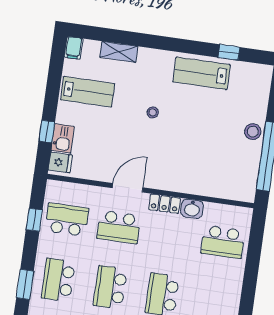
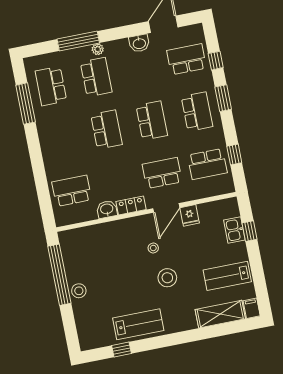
shelving: (119, 52) -> (220, 314), width x1.50, depth x1.33
stool: (153, 112) -> (167, 278), width x1.89, depth x1.89
stool: (157, 150) -> (153, 248), added
fridge: (60, 162) -> (190, 215), moved, turned -90

